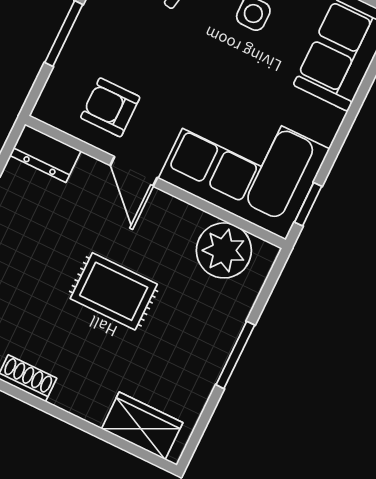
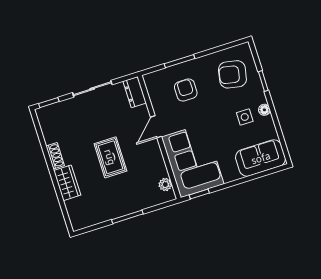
armchair: (110, 107) -> (186, 90), moved
plant: (224, 250) -> (165, 185), width x0.53, depth x0.53
wardrobe: (142, 426) -> (67, 183), moved

